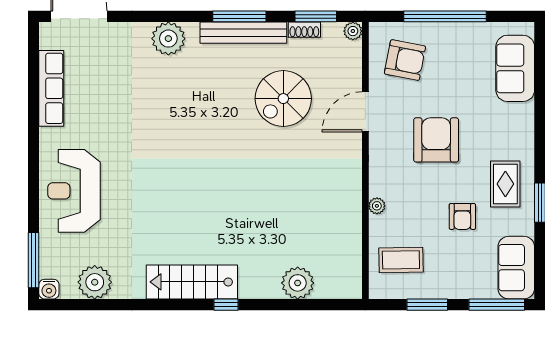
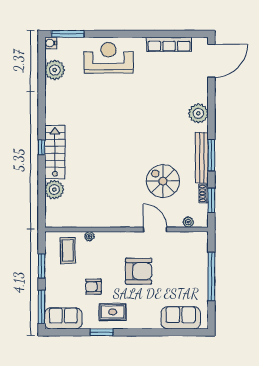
plant: (353, 31) -> (188, 222), moved
armchair: (405, 60) -> (186, 253), removed
plant: (377, 206) -> (89, 236), moved
stairs: (192, 282) -> (55, 152), moved

